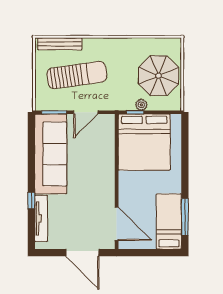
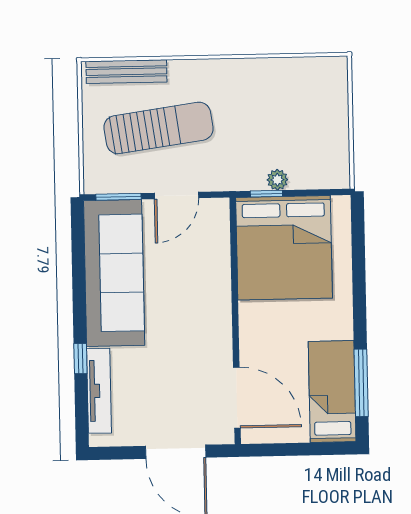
parasol: (159, 76) -> (308, 126), removed

